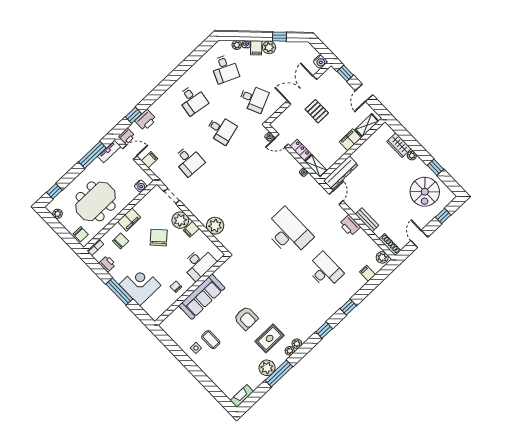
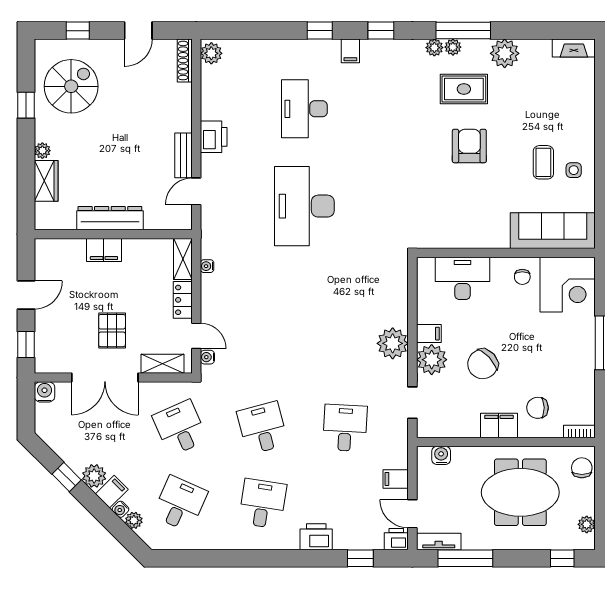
printer: (146, 120) -> (316, 537), moved
shelving: (367, 125) -> (163, 364), moved
dresser: (341, 173) -> (110, 218), moved
bench: (367, 220) -> (184, 155), moved
plant: (215, 226) -> (393, 343), moved
printer: (107, 264) -> (584, 395), removed
filing cabinet: (367, 273) -> (350, 51), moved
corner desk: (140, 285) -> (568, 285), moved, turned -90
sofa: (202, 297) -> (553, 231), moved
window: (279, 374) -> (463, 31), moved

